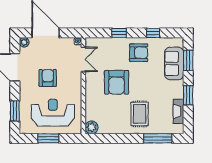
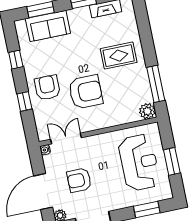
armchair: (139, 53) -> (47, 88), moved
armchair: (48, 78) -> (79, 180), moved
reception desk: (53, 113) -> (139, 162), turned 180
window: (158, 138) -> (156, 84), moved

